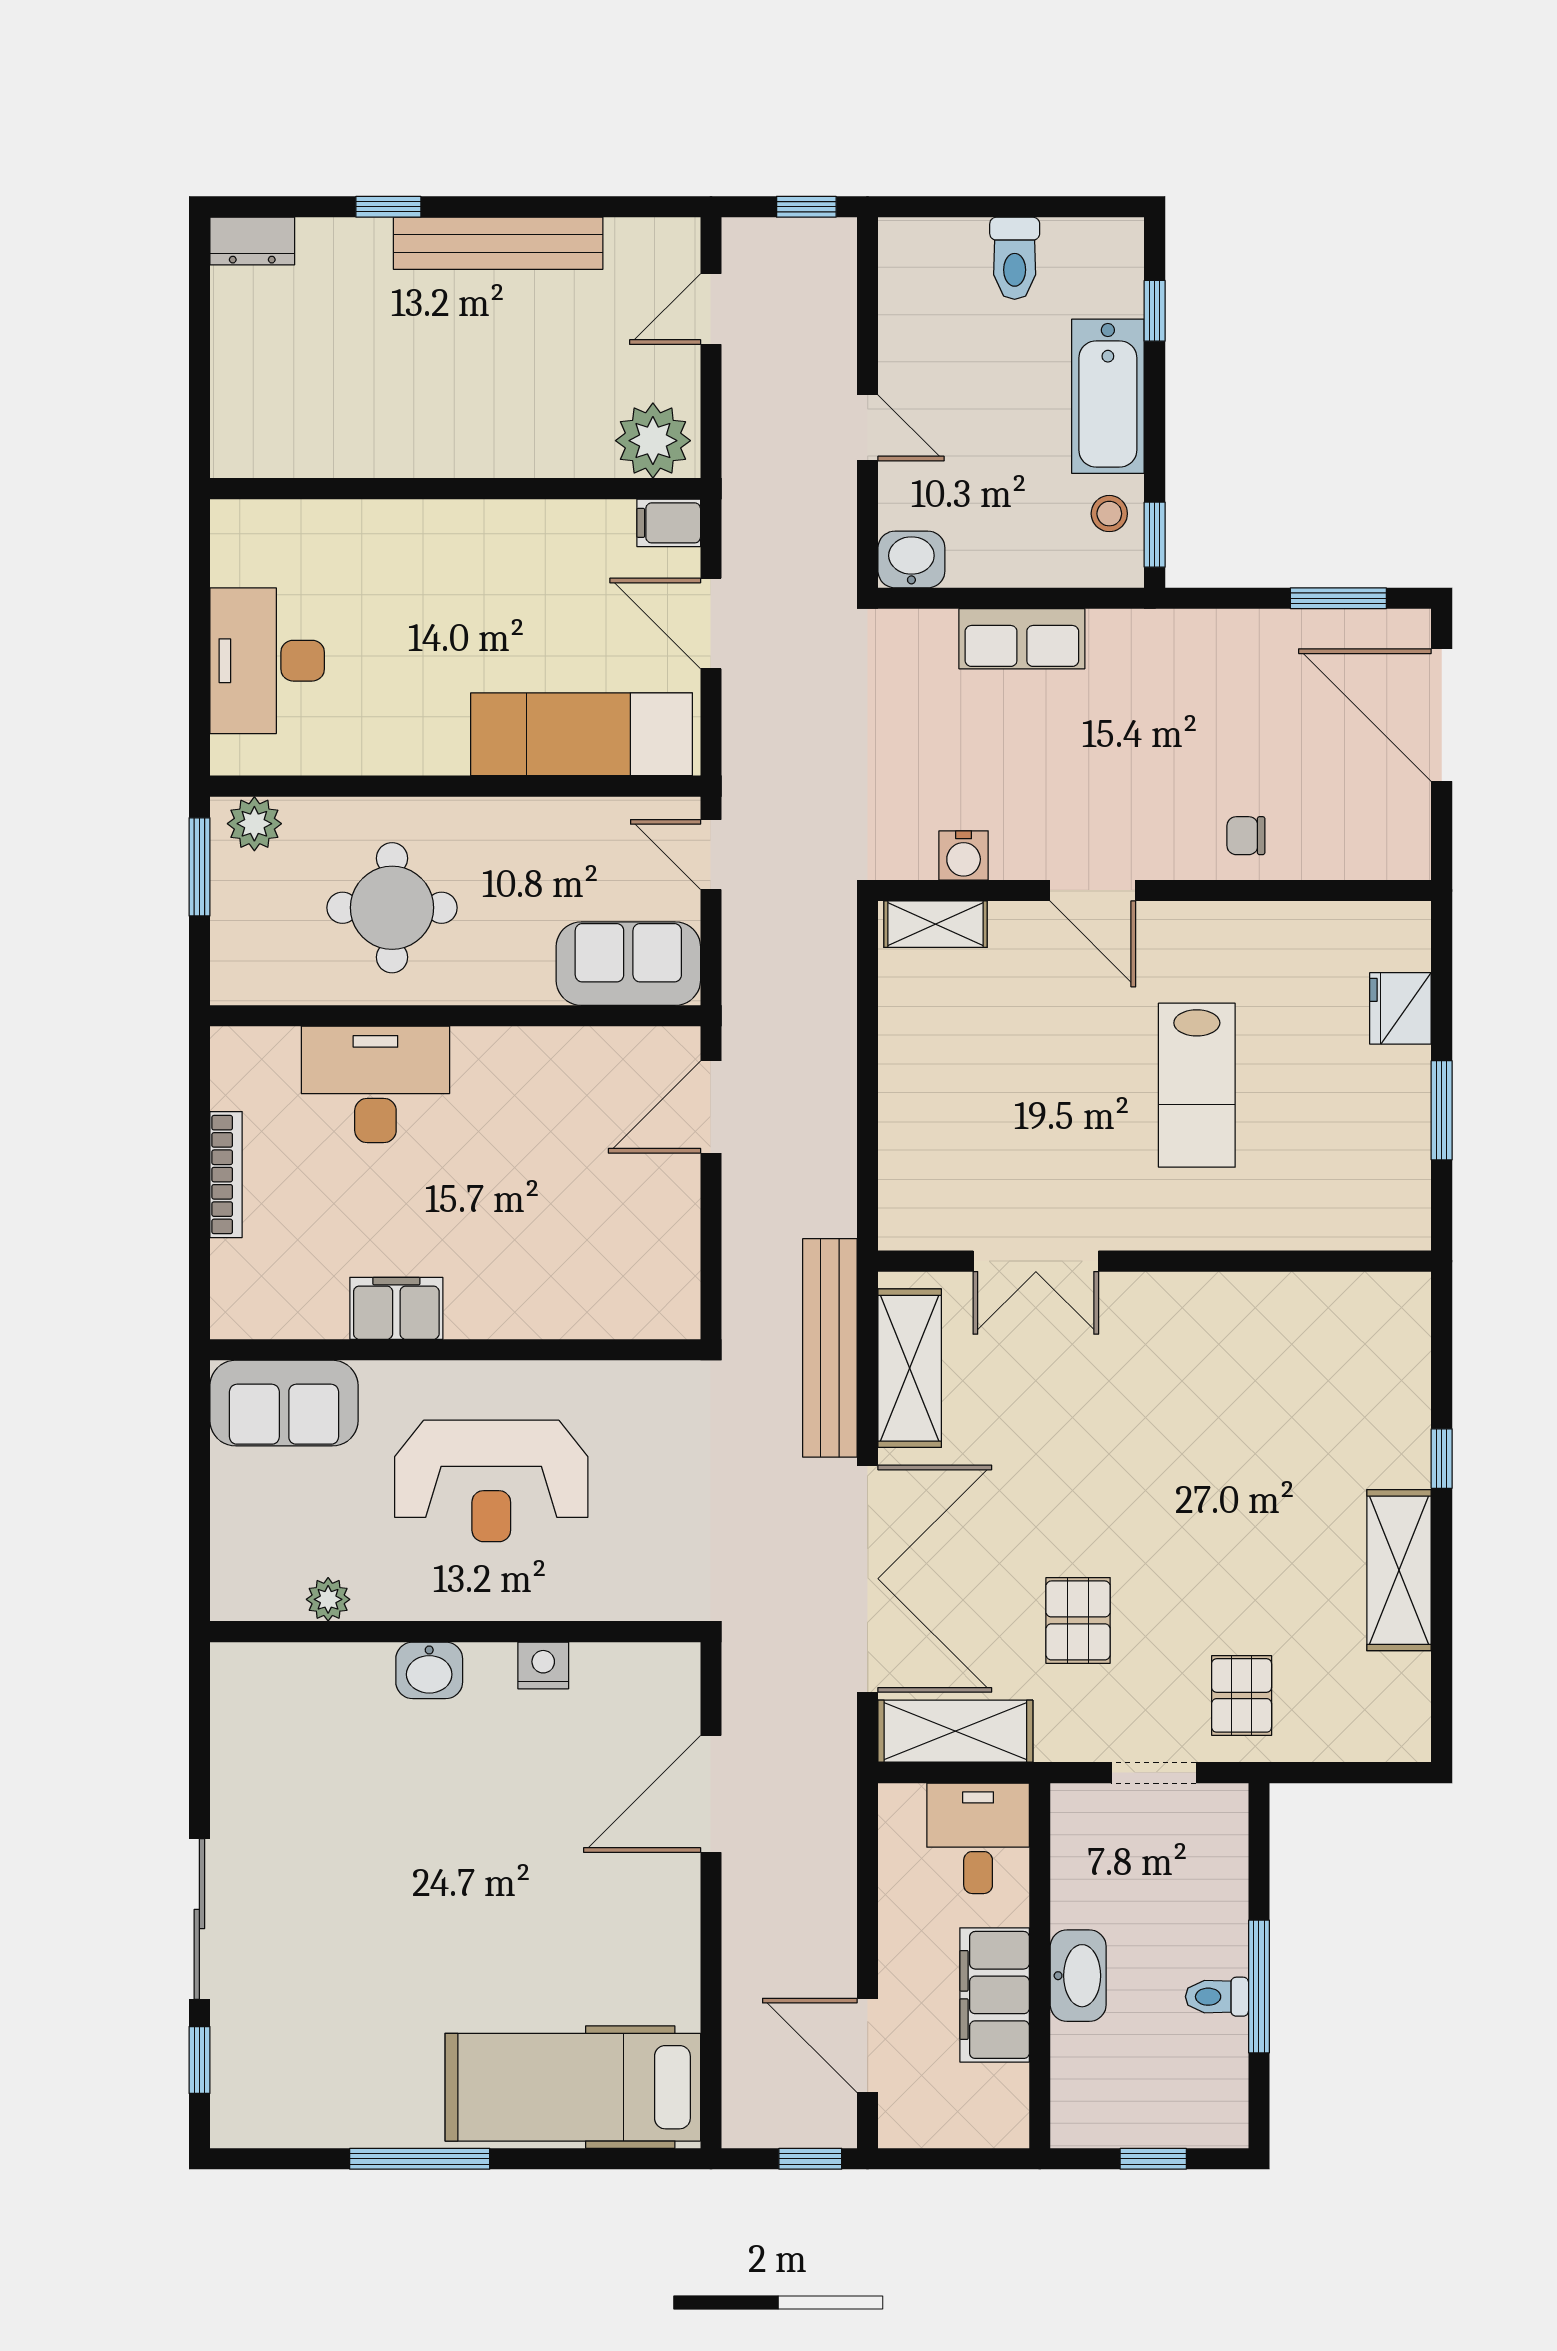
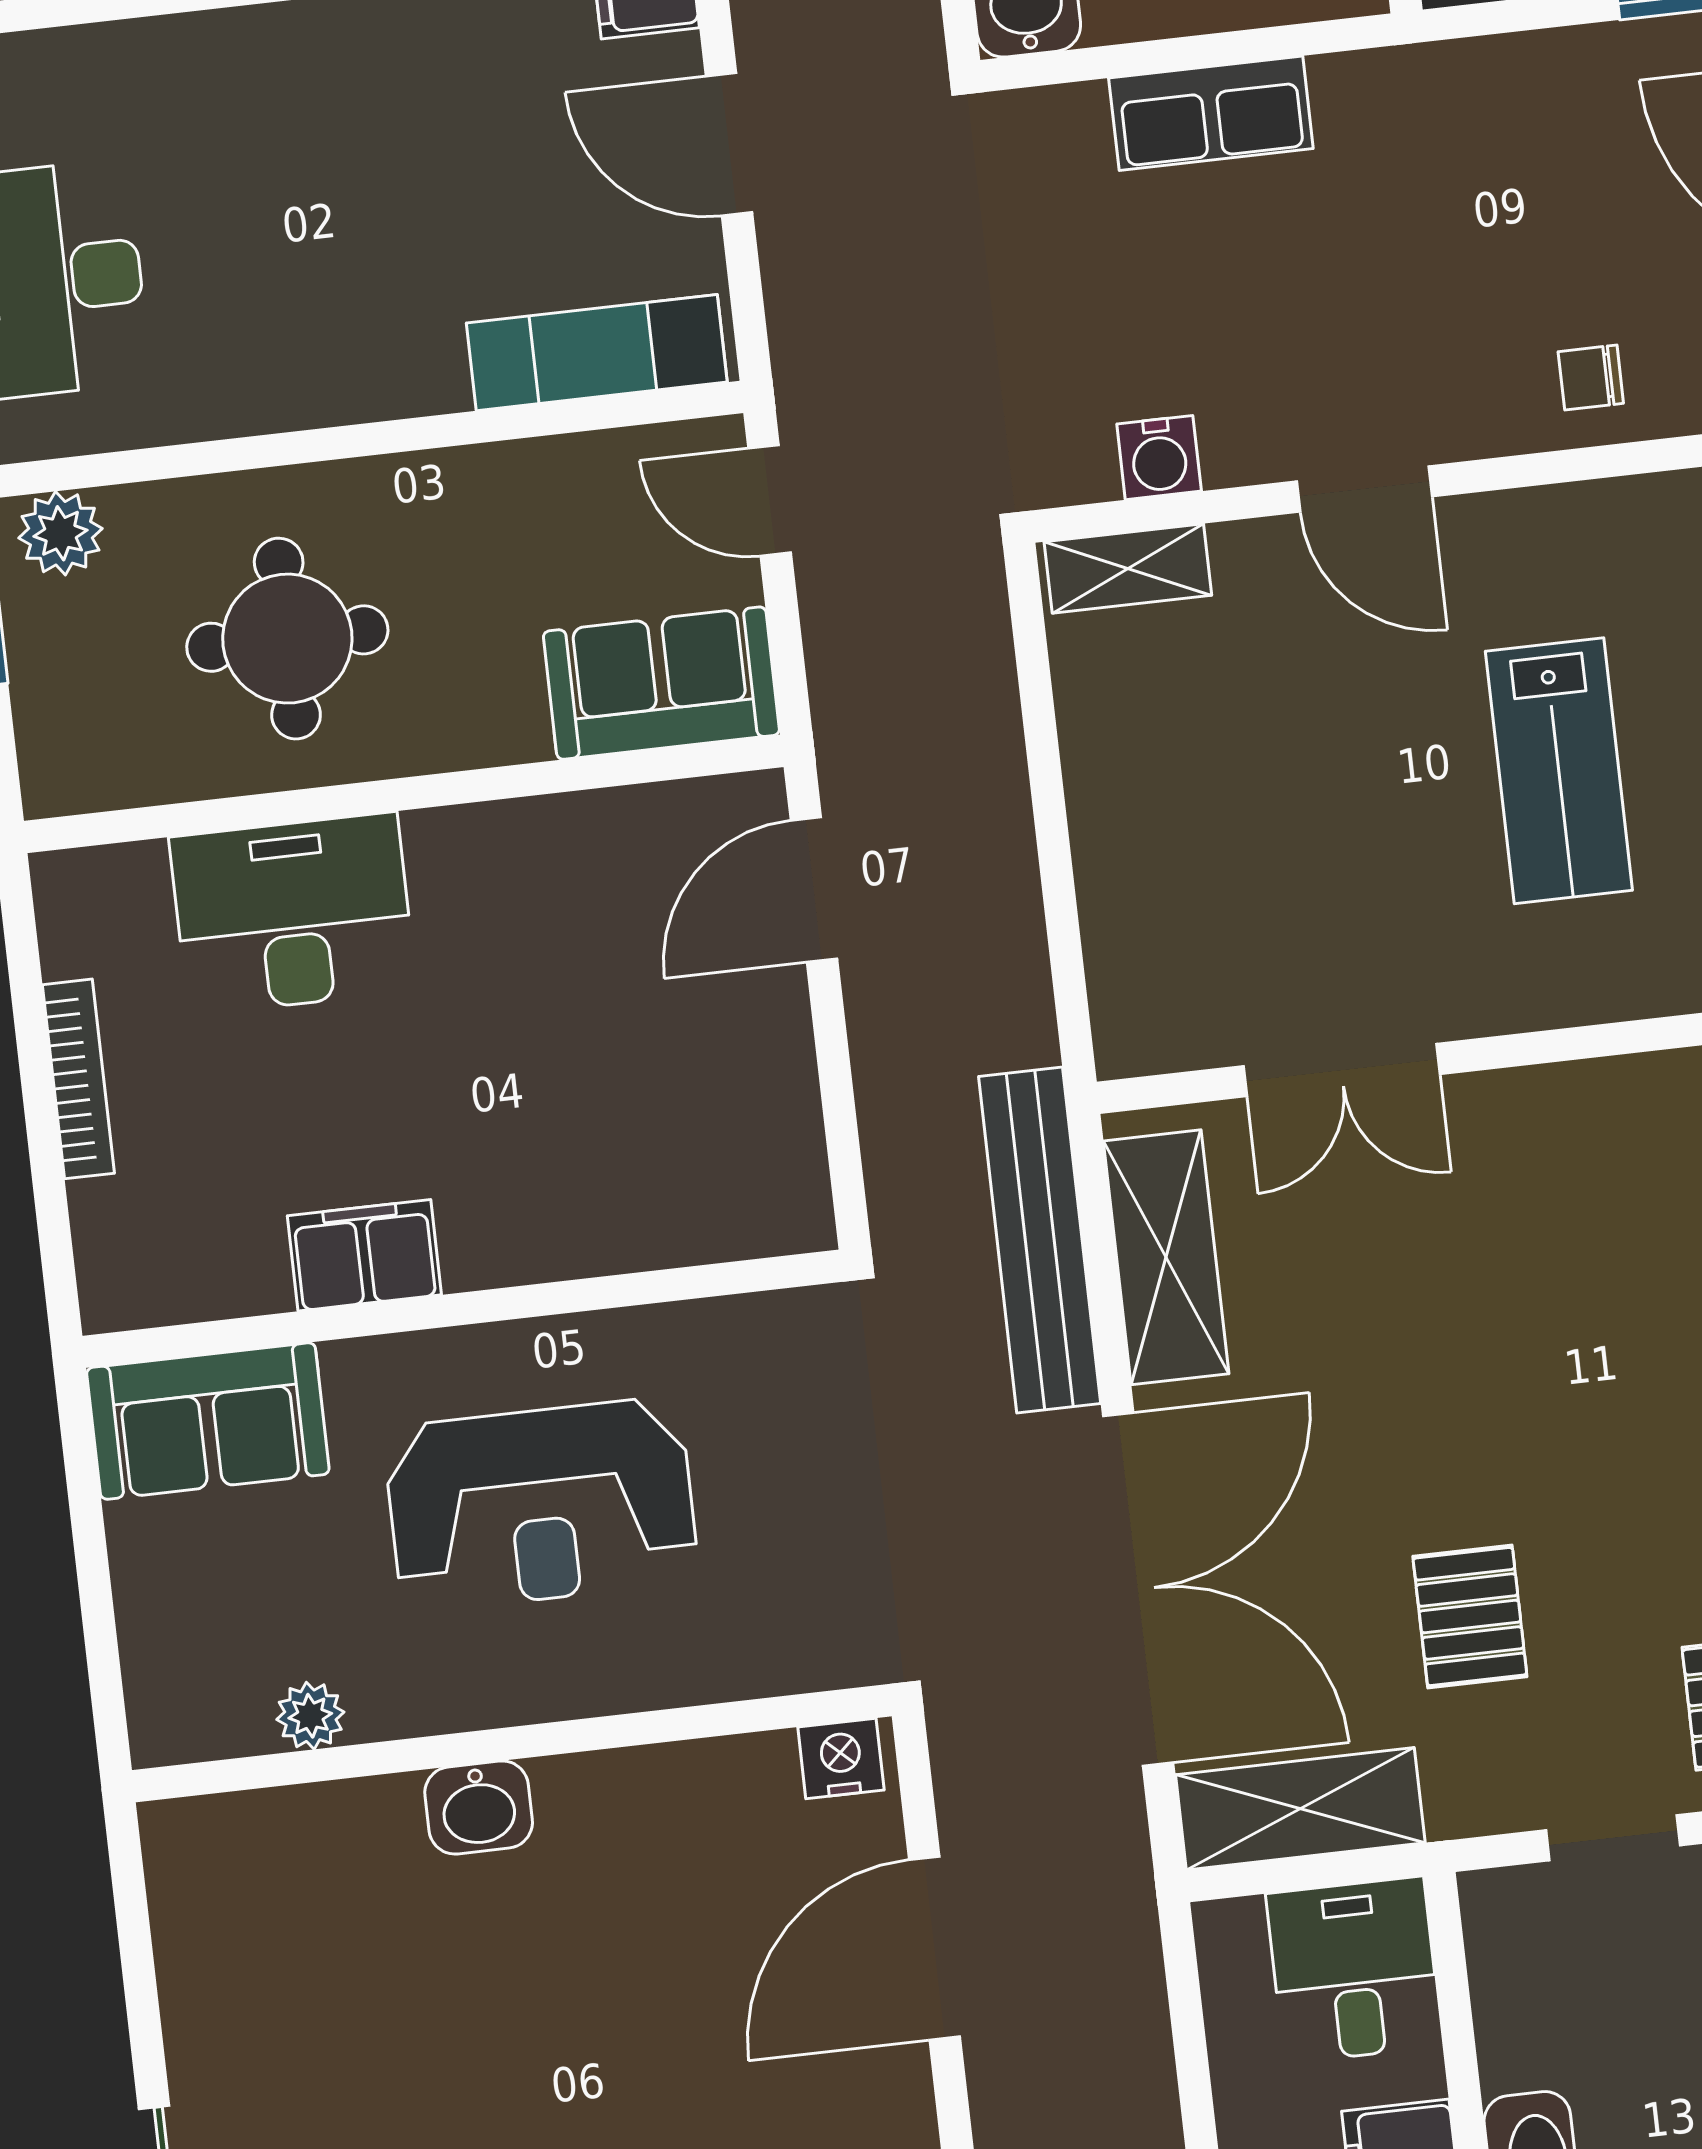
exam couch: (582, 734) -> (597, 353), width x0.73, depth x0.69
nightstand: (543, 1665) -> (841, 1758), moved

